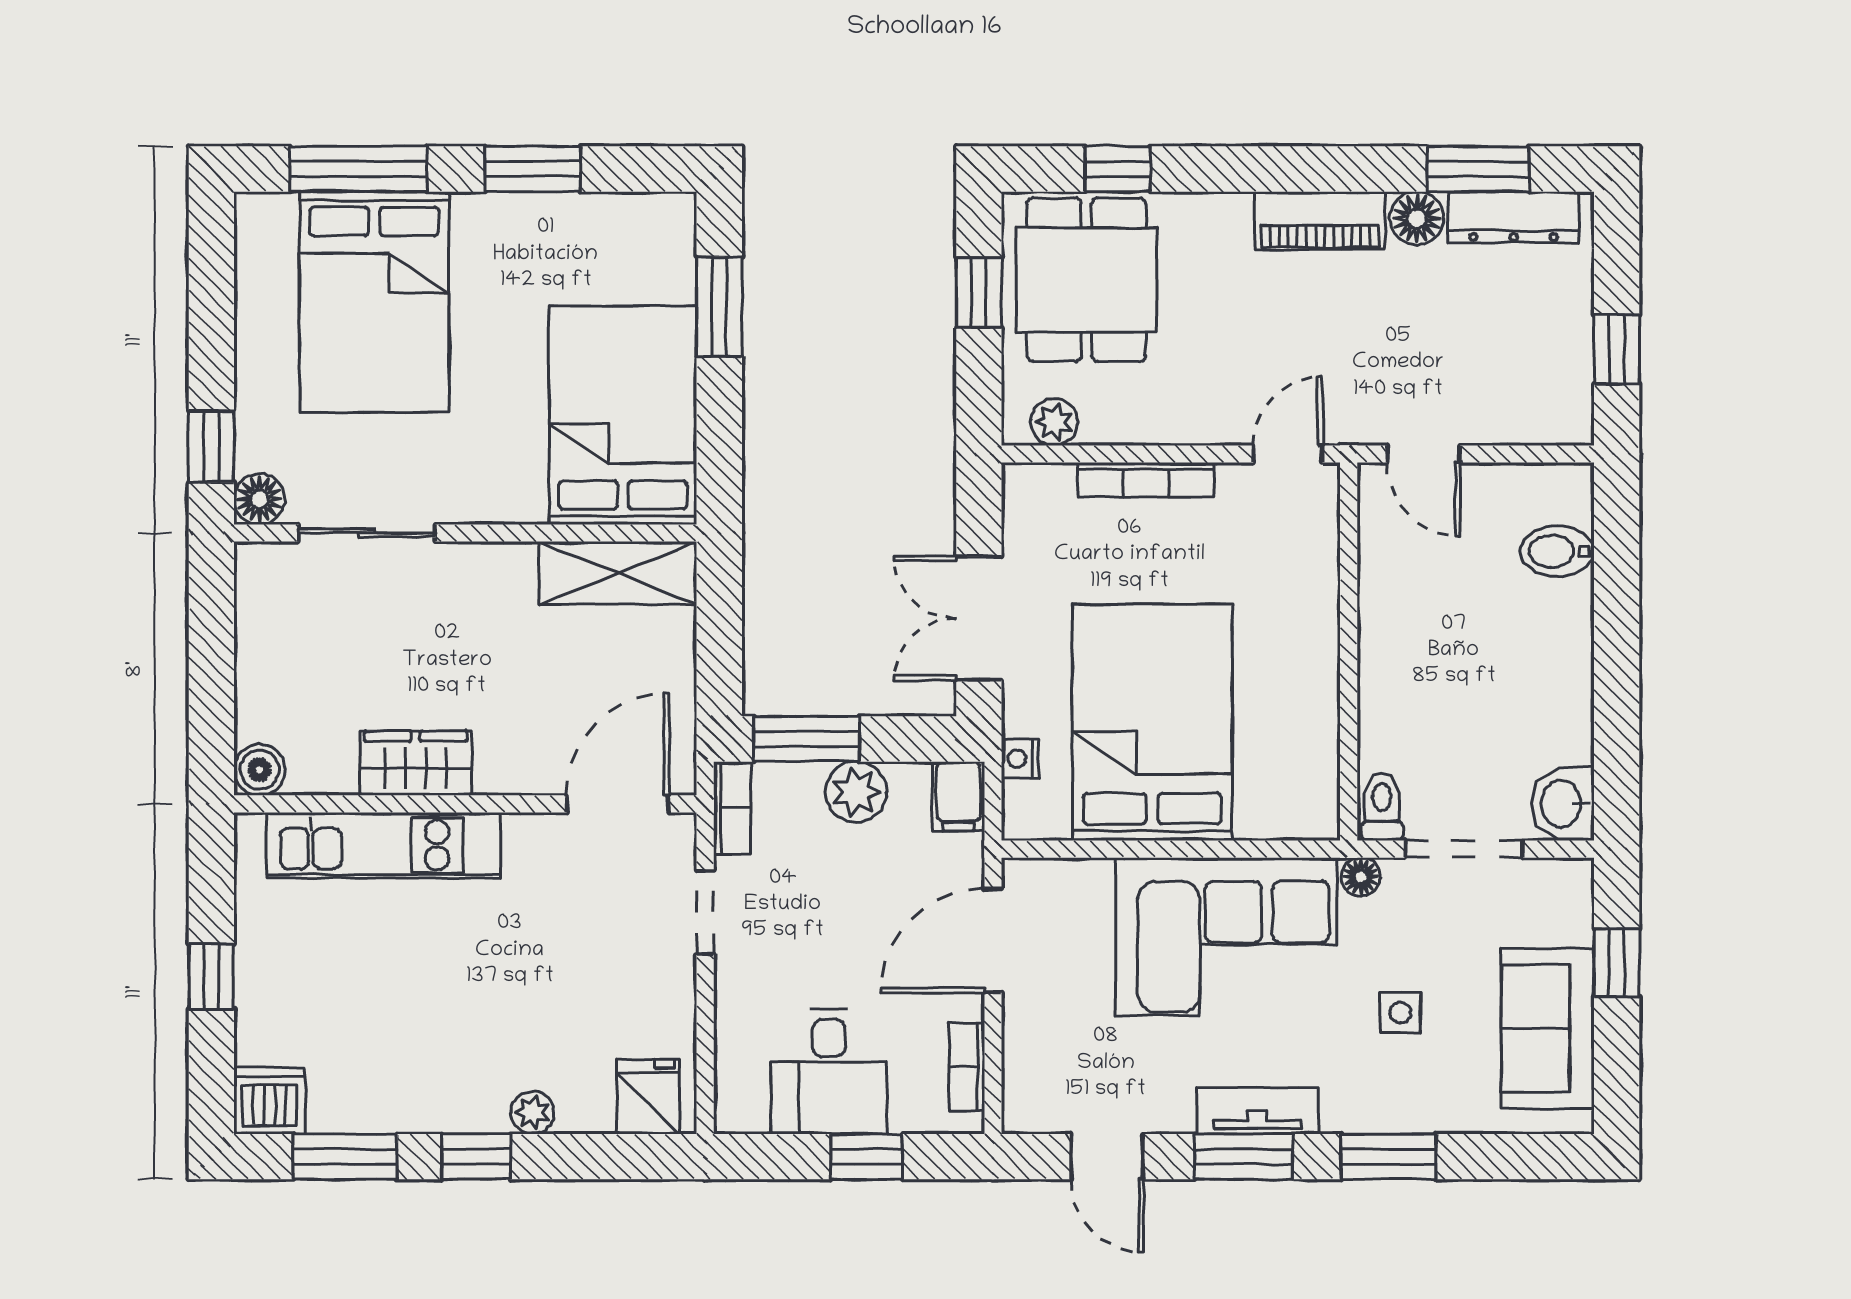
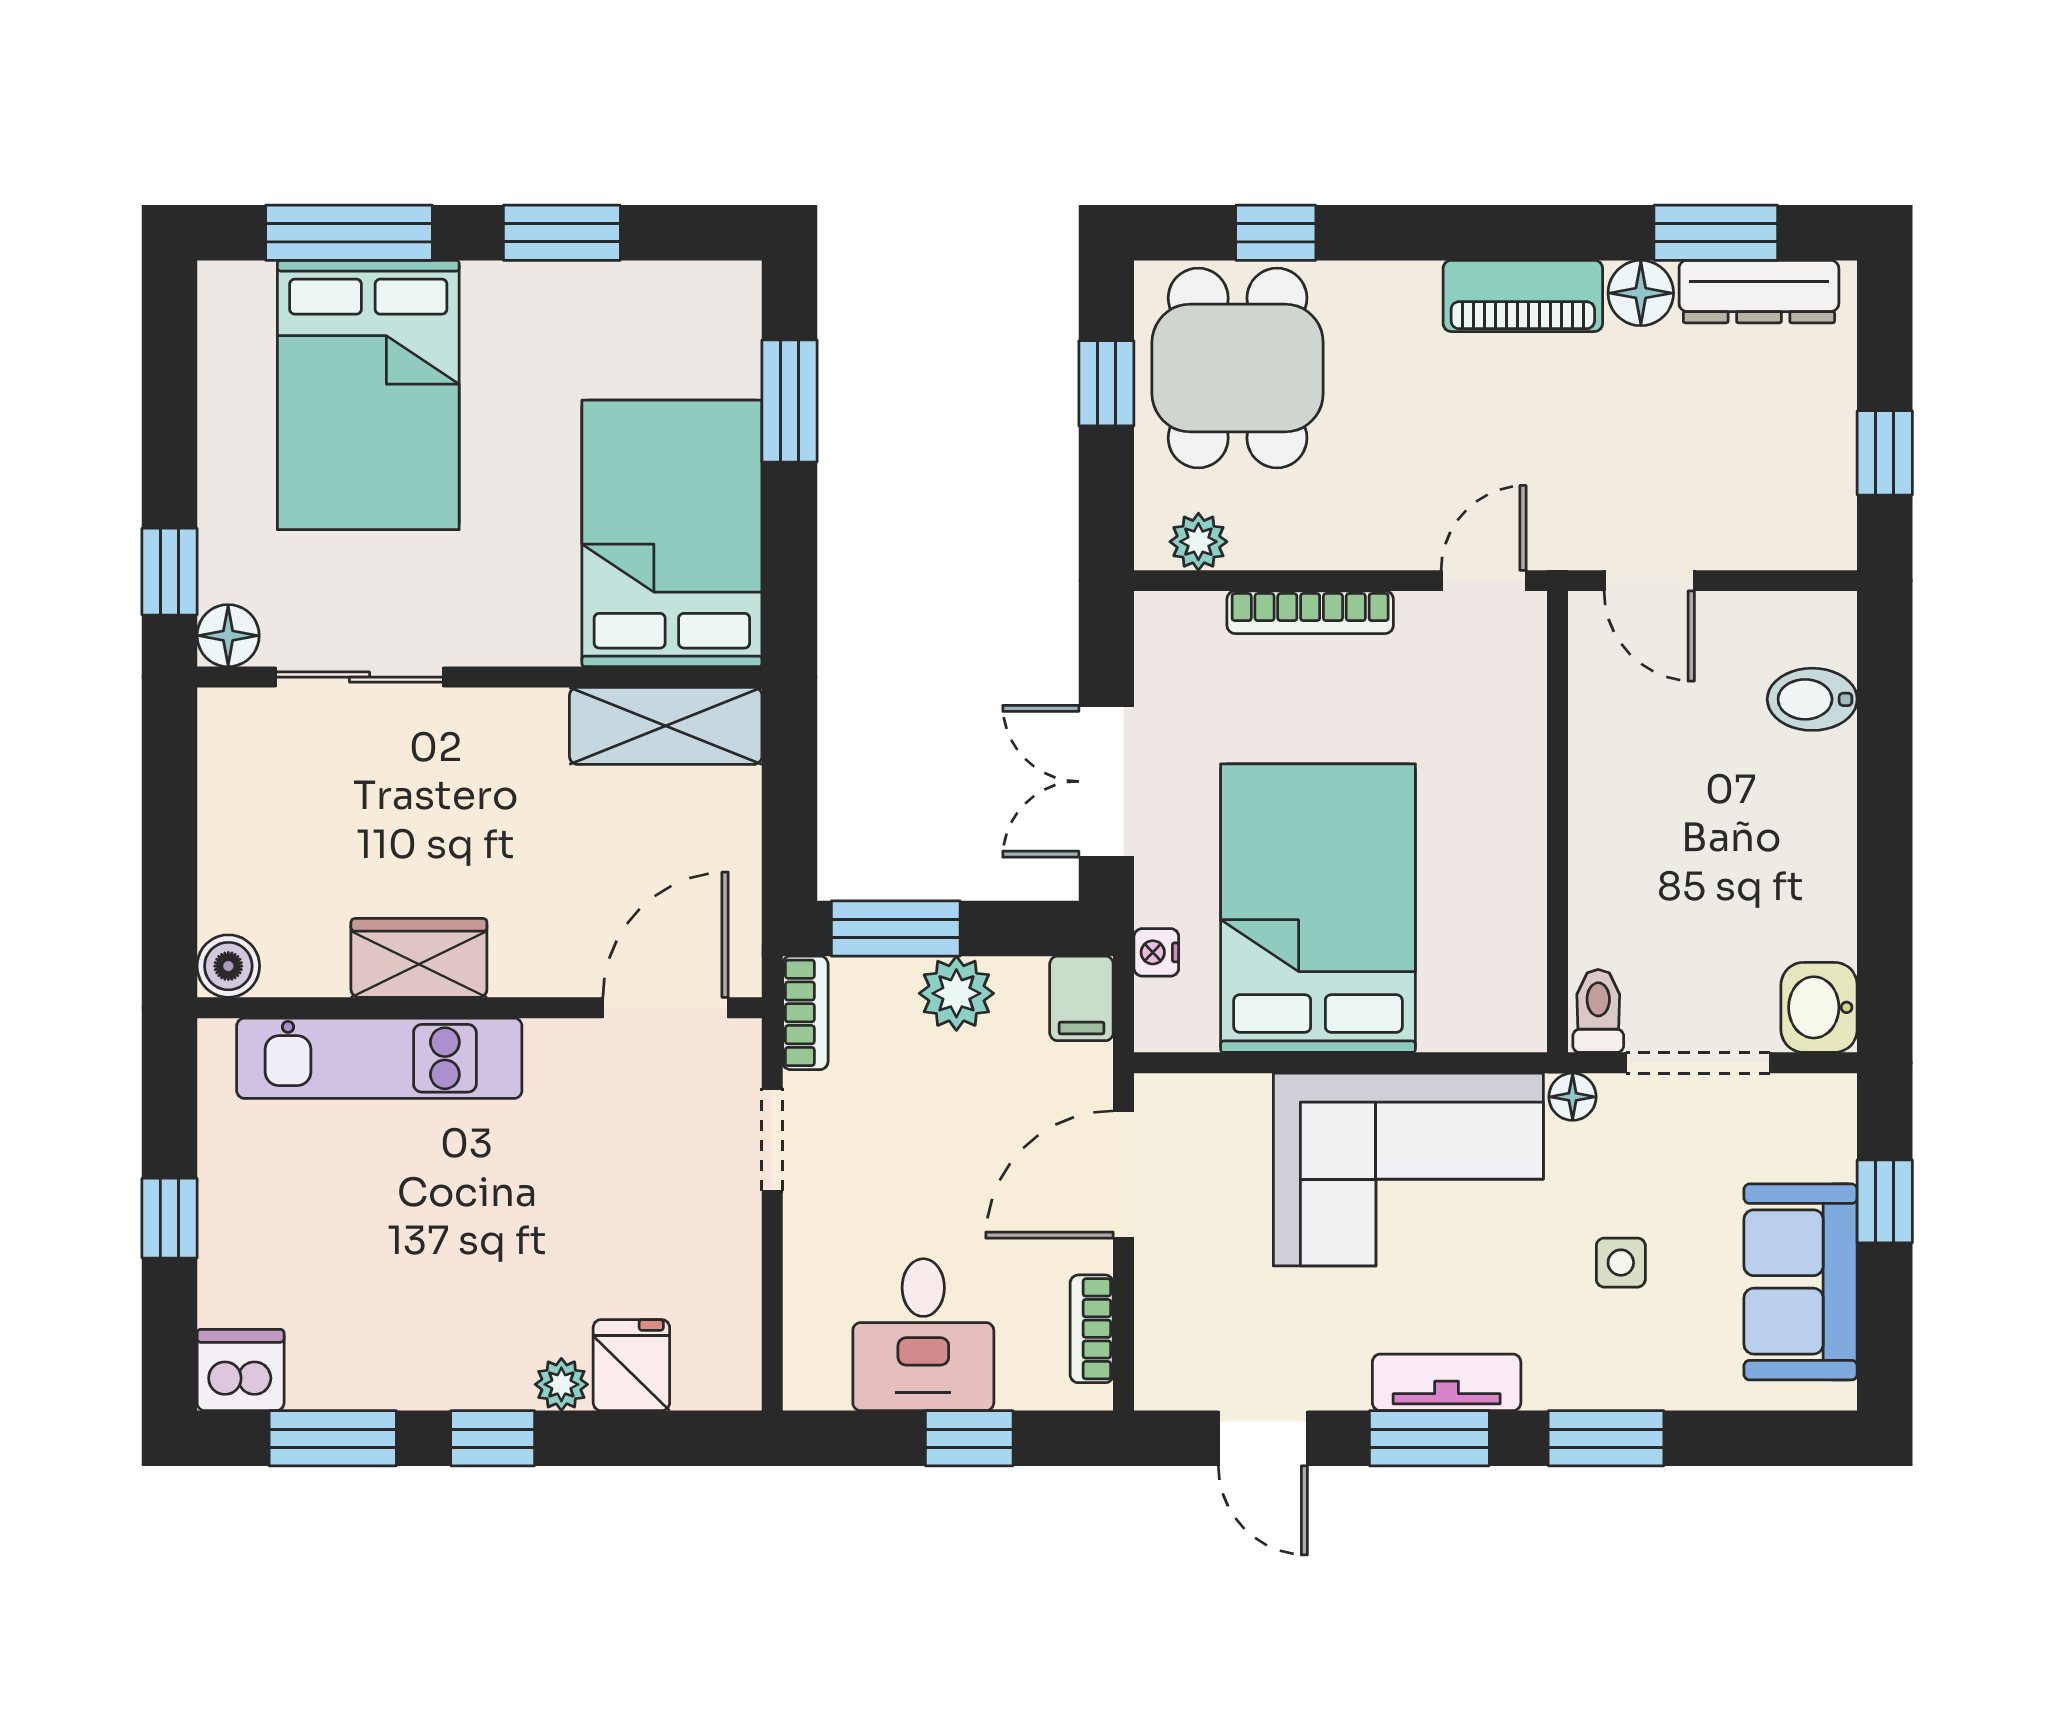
fridge: (648, 1097) -> (631, 1365), moved

